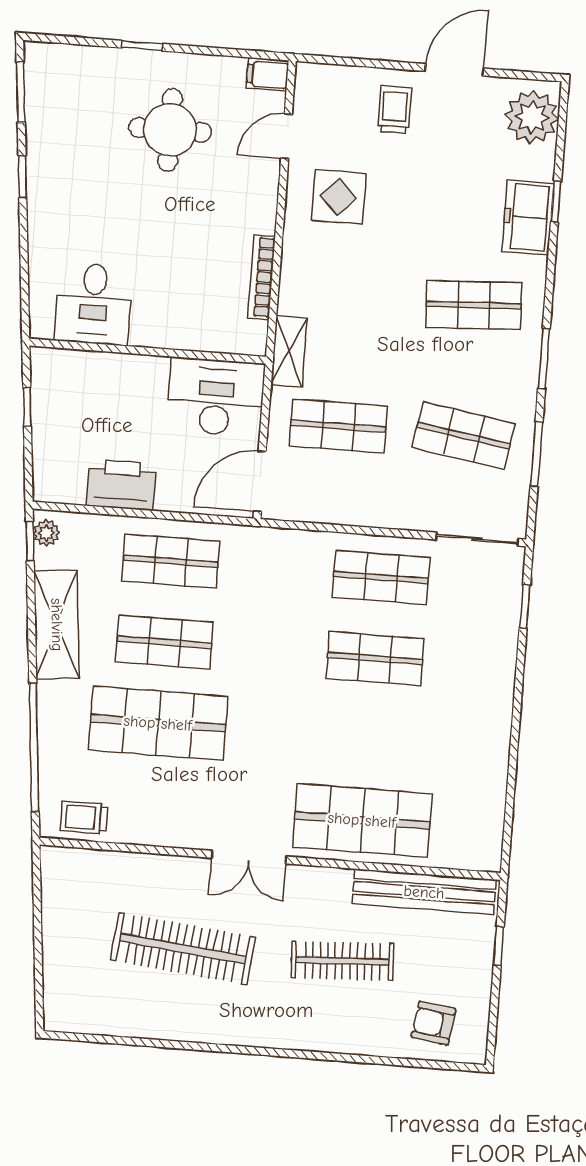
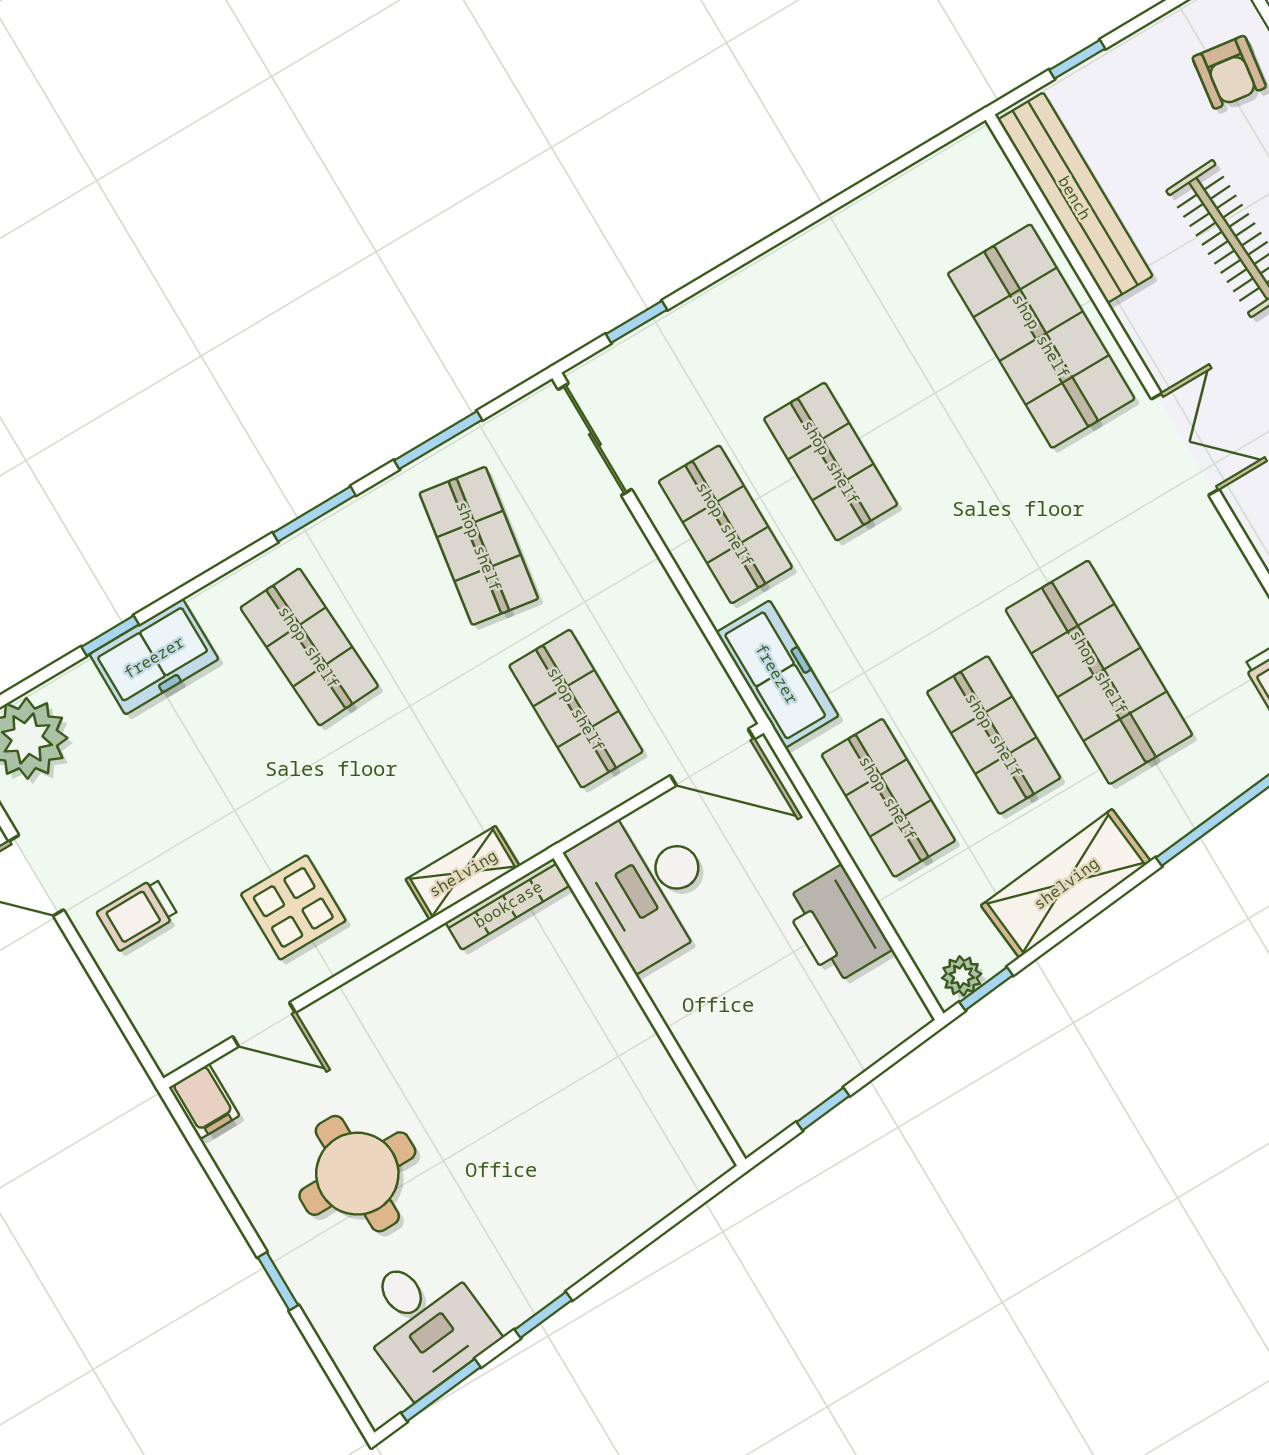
bookcase: (261, 277) -> (508, 904), moved
desk: (94, 304) -> (424, 1322), moved, turned 84
shelving: (289, 351) -> (463, 873), moved
freezer: (280, 548) -> (777, 674), added

